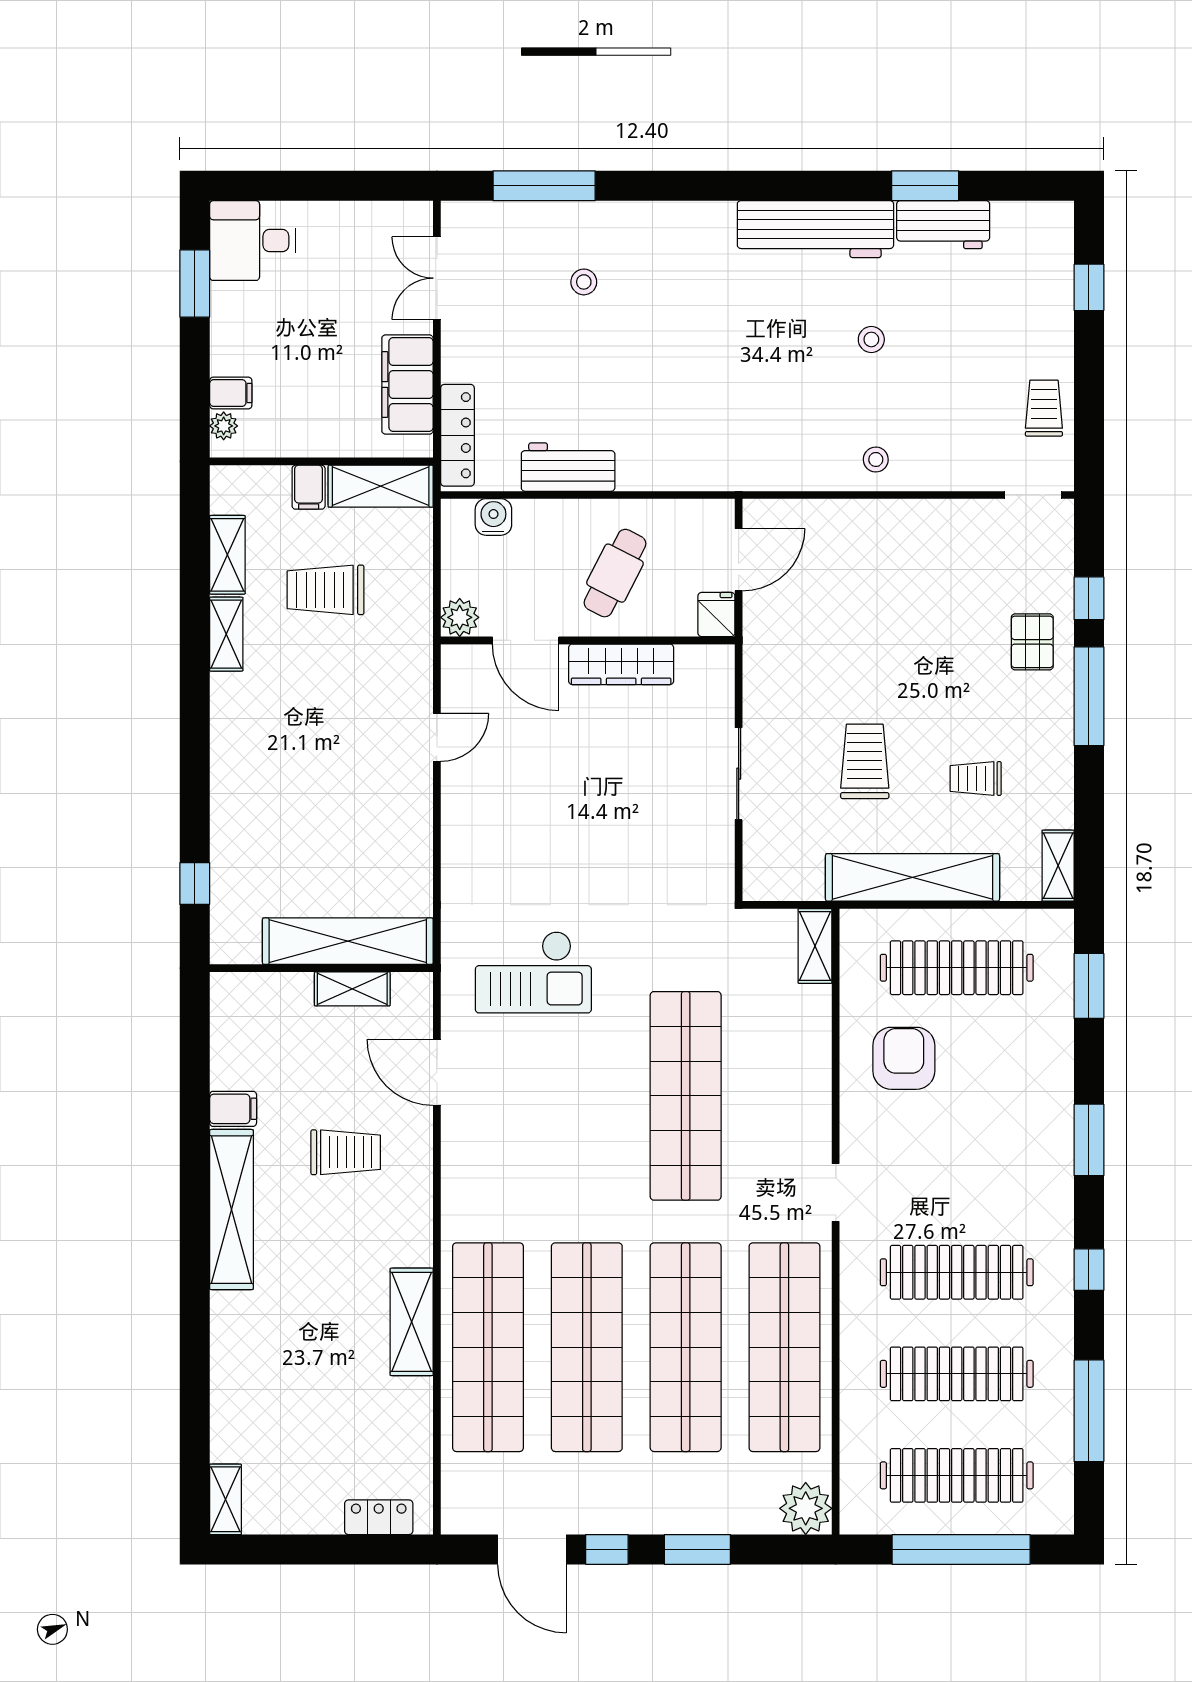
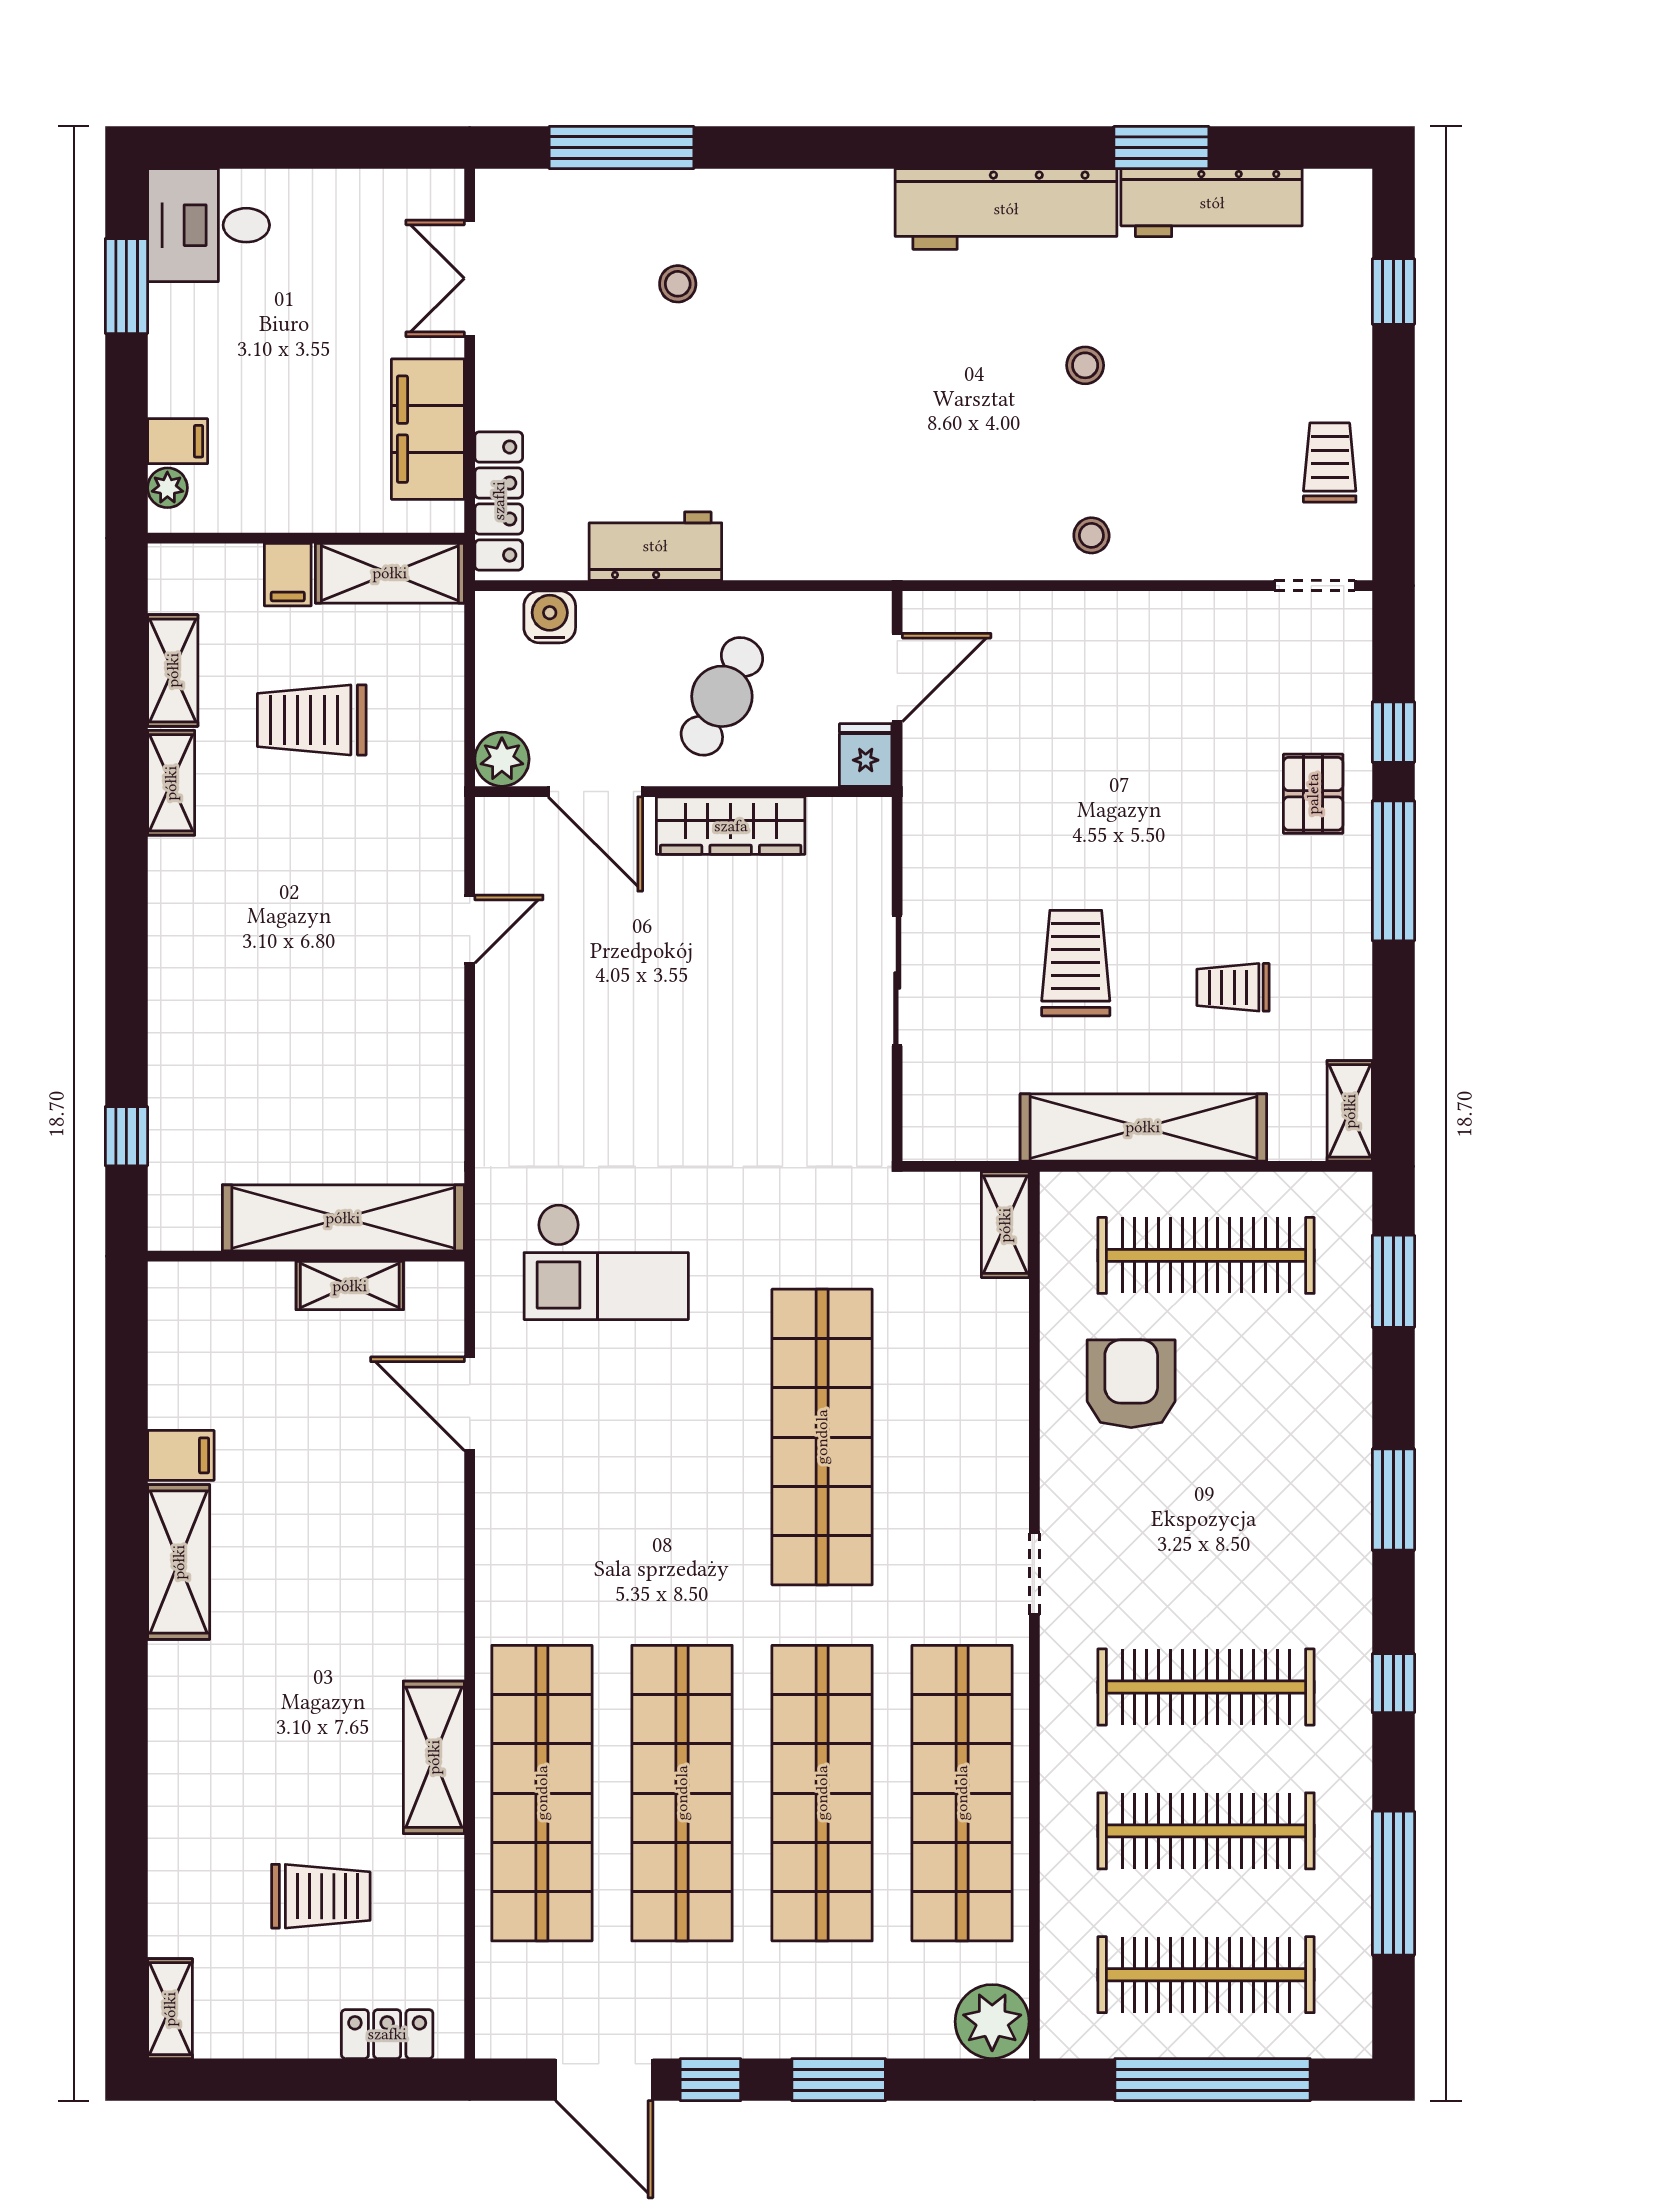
workbench: (943, 225) -> (1212, 203), width x1.38
trolley: (346, 1152) -> (321, 1896), moved
shelving: (231, 1210) -> (179, 1562), width x0.68

